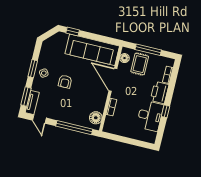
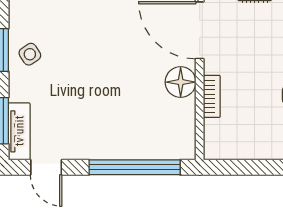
armchair: (65, 82) -> (86, 62), removed
floor lamp: (96, 118) -> (181, 82), moved

